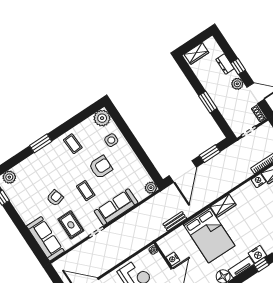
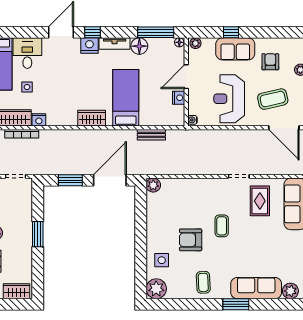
armchair: (55, 198) -> (258, 239), removed
sofa: (116, 207) -> (256, 288), moved, turned 180
bed: (209, 235) -> (126, 98), width x0.67

